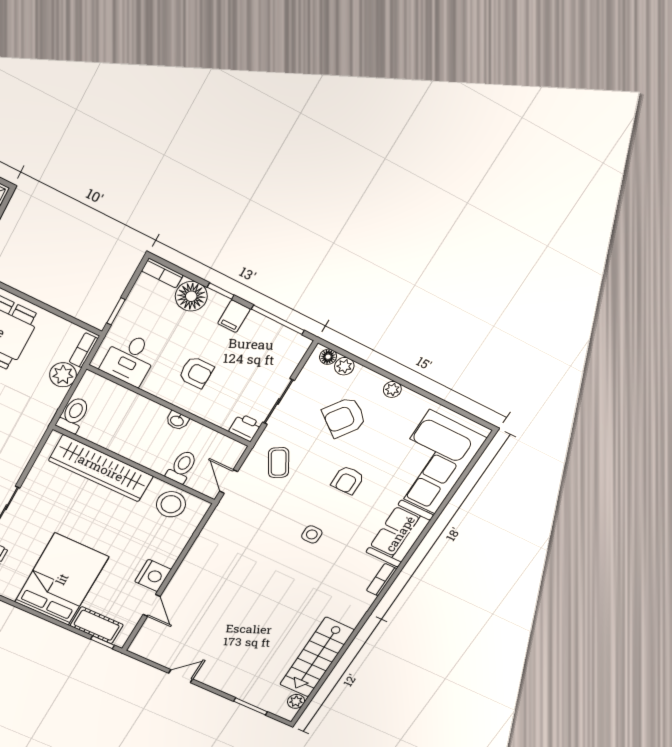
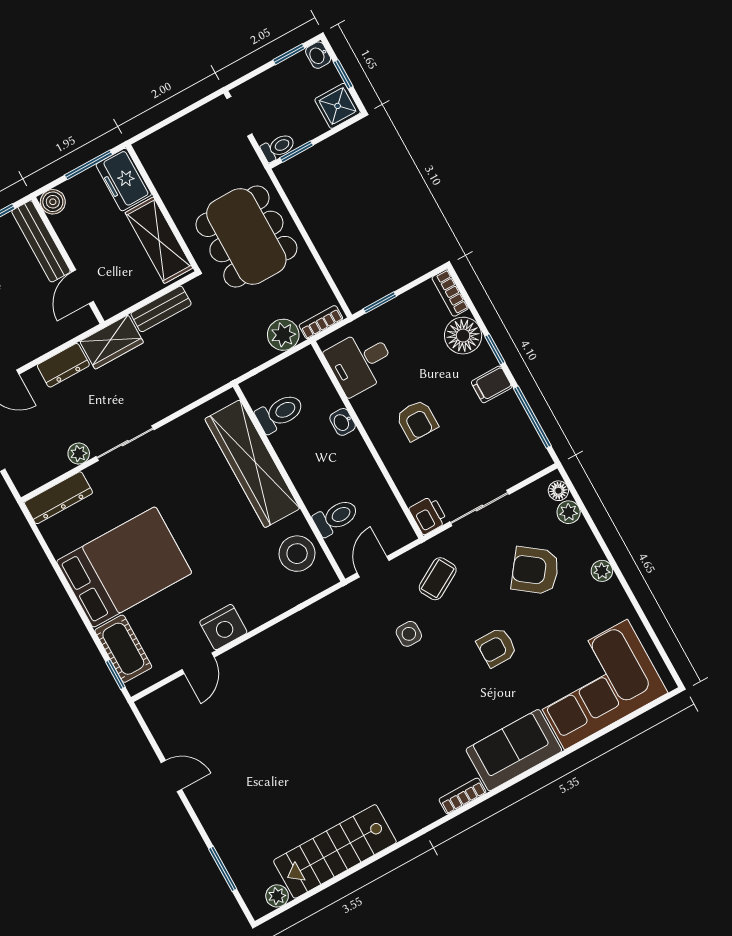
toilet: (74, 415) -> (280, 413), moved
washbasin: (177, 421) -> (343, 422), moved
side table: (312, 534) -> (409, 634), moved

